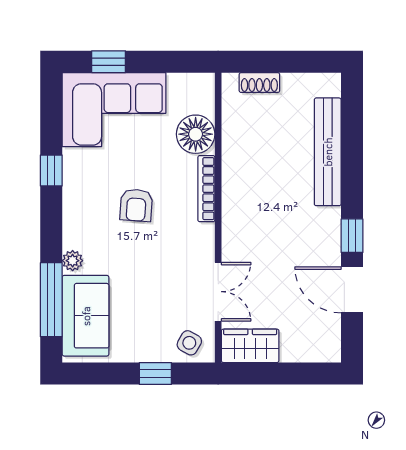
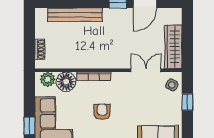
plant: (200, 98) -> (48, 79), added
armchair: (136, 205) -> (102, 112), turned -94
wardrobe: (250, 346) -> (173, 47), width x1.50

